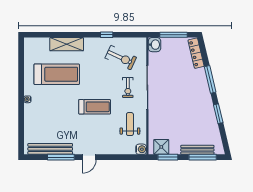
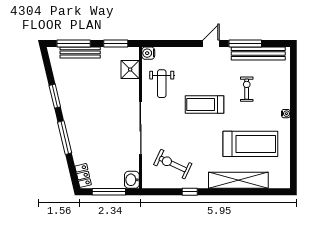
shelving: (67, 44) -> (238, 180), width x1.47
locker: (196, 53) -> (83, 175), width x0.66
treadmill: (57, 74) -> (250, 144), turned 180
exercise bike: (128, 87) -> (247, 89), moved
shower: (161, 147) -> (130, 69), moved

